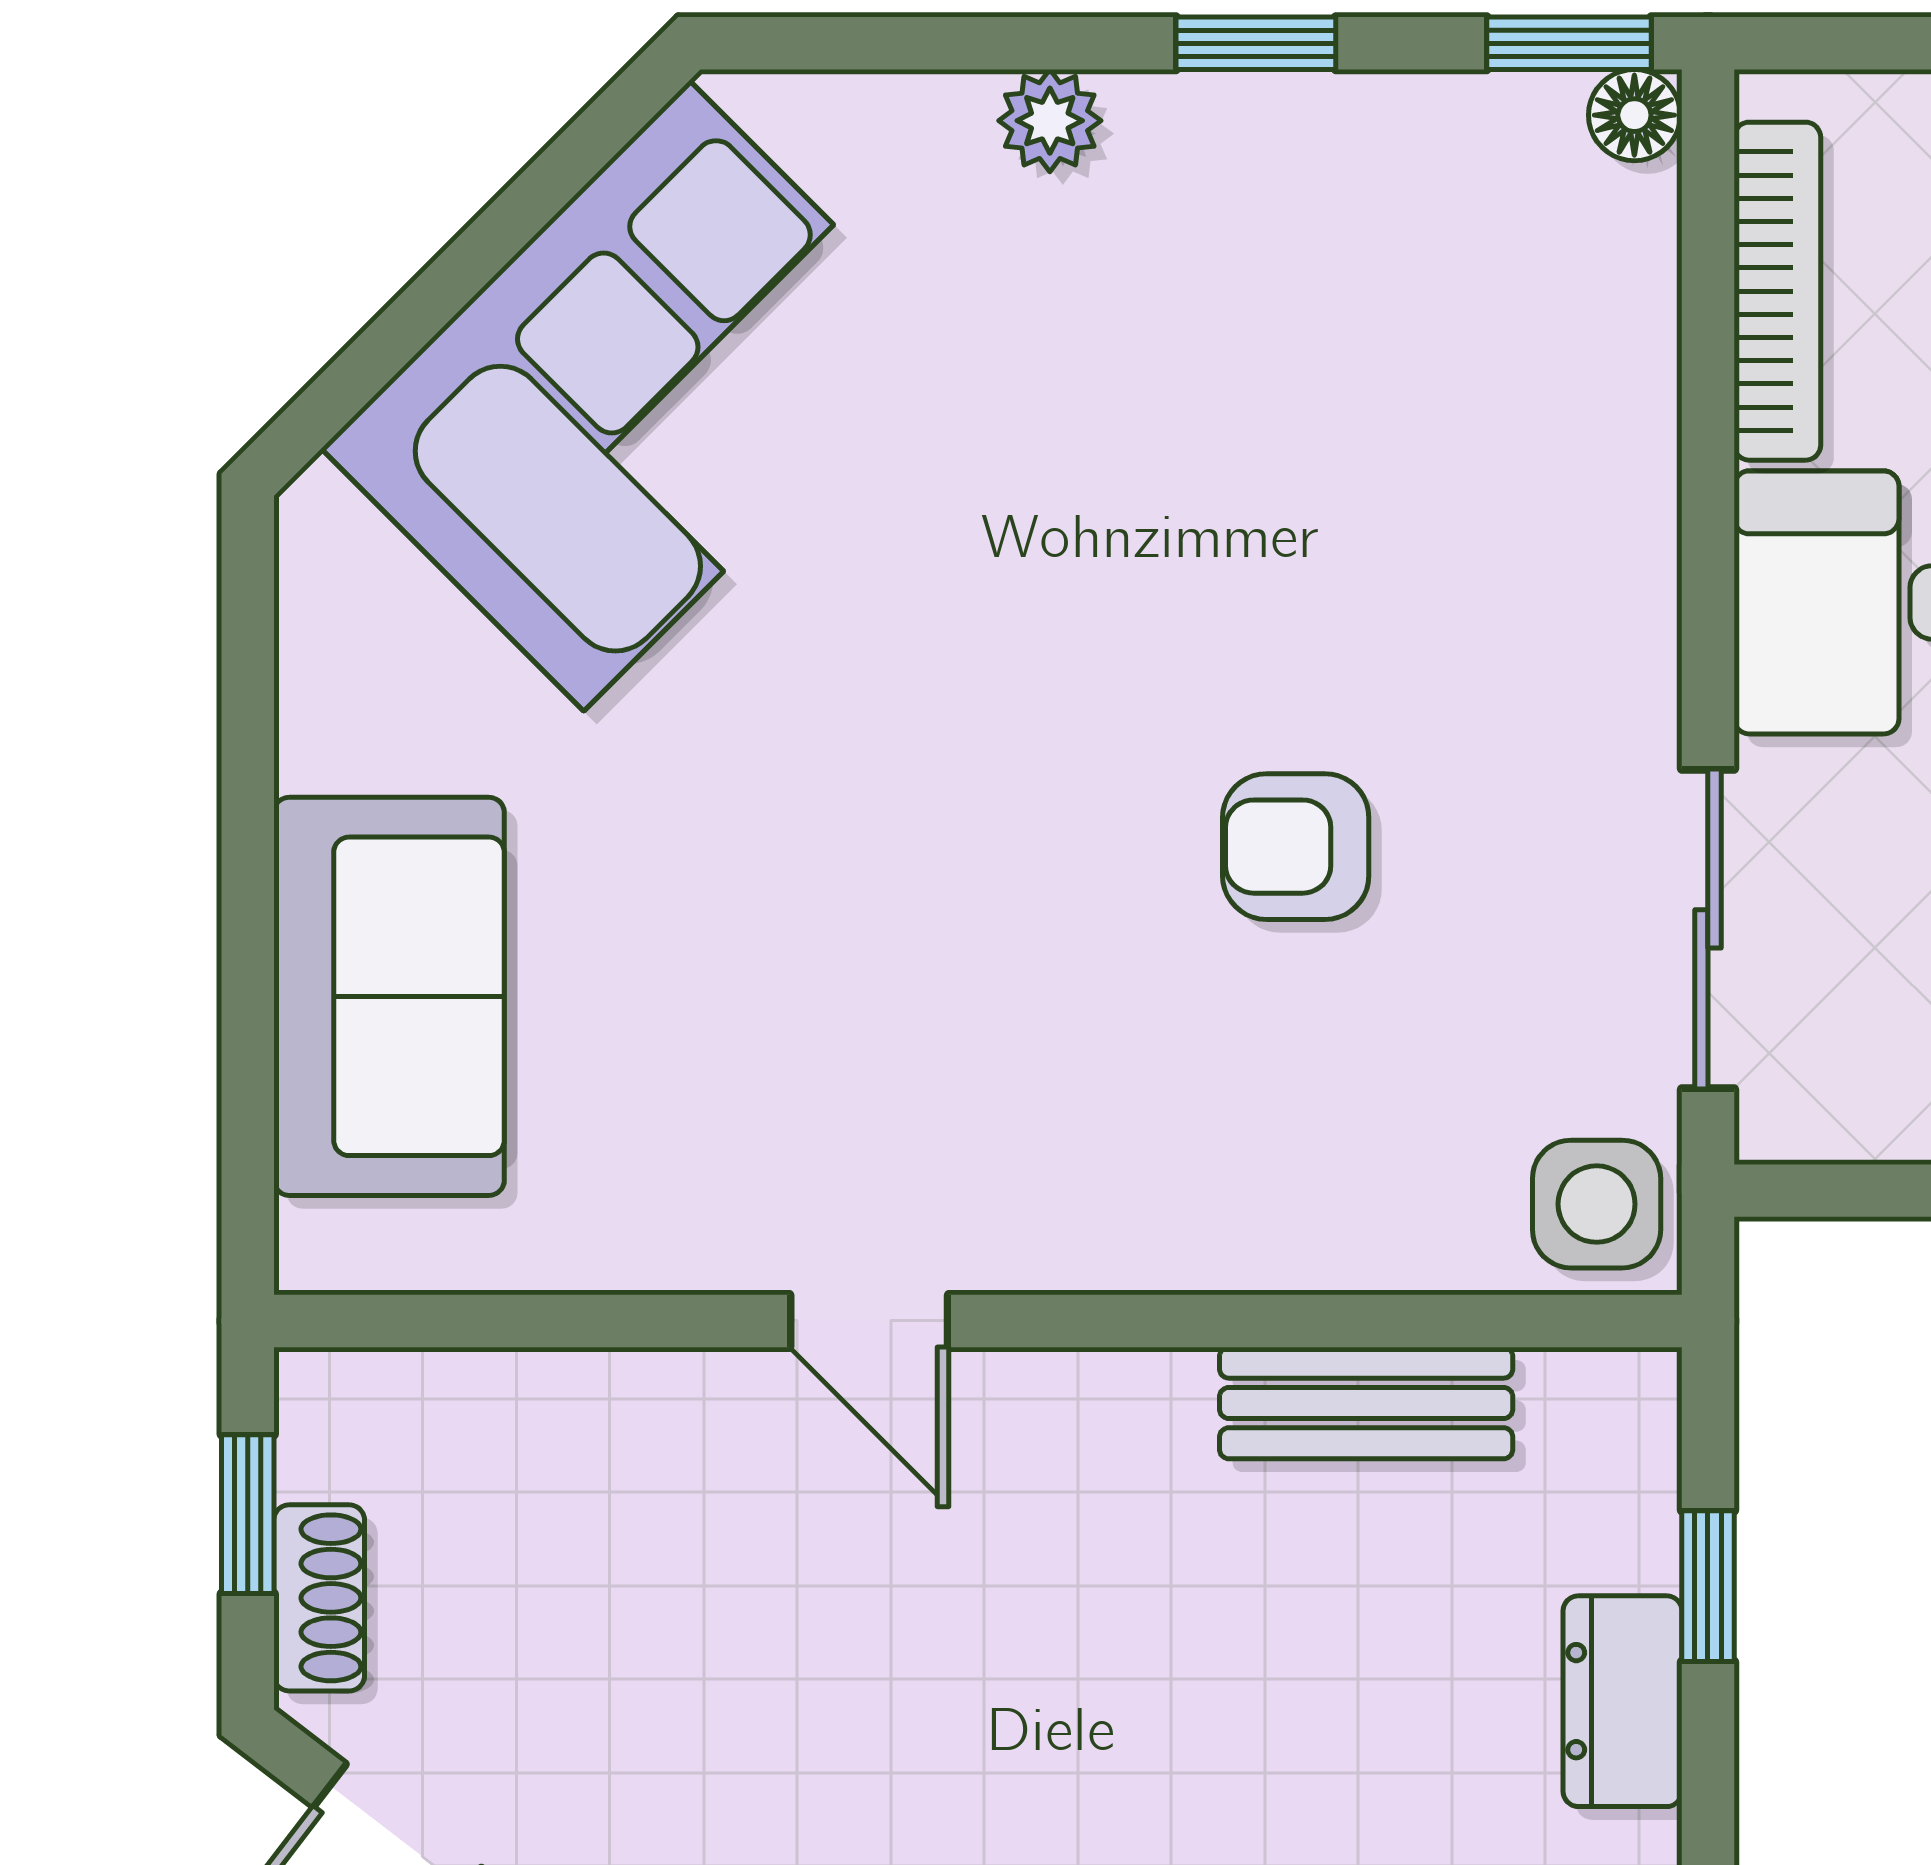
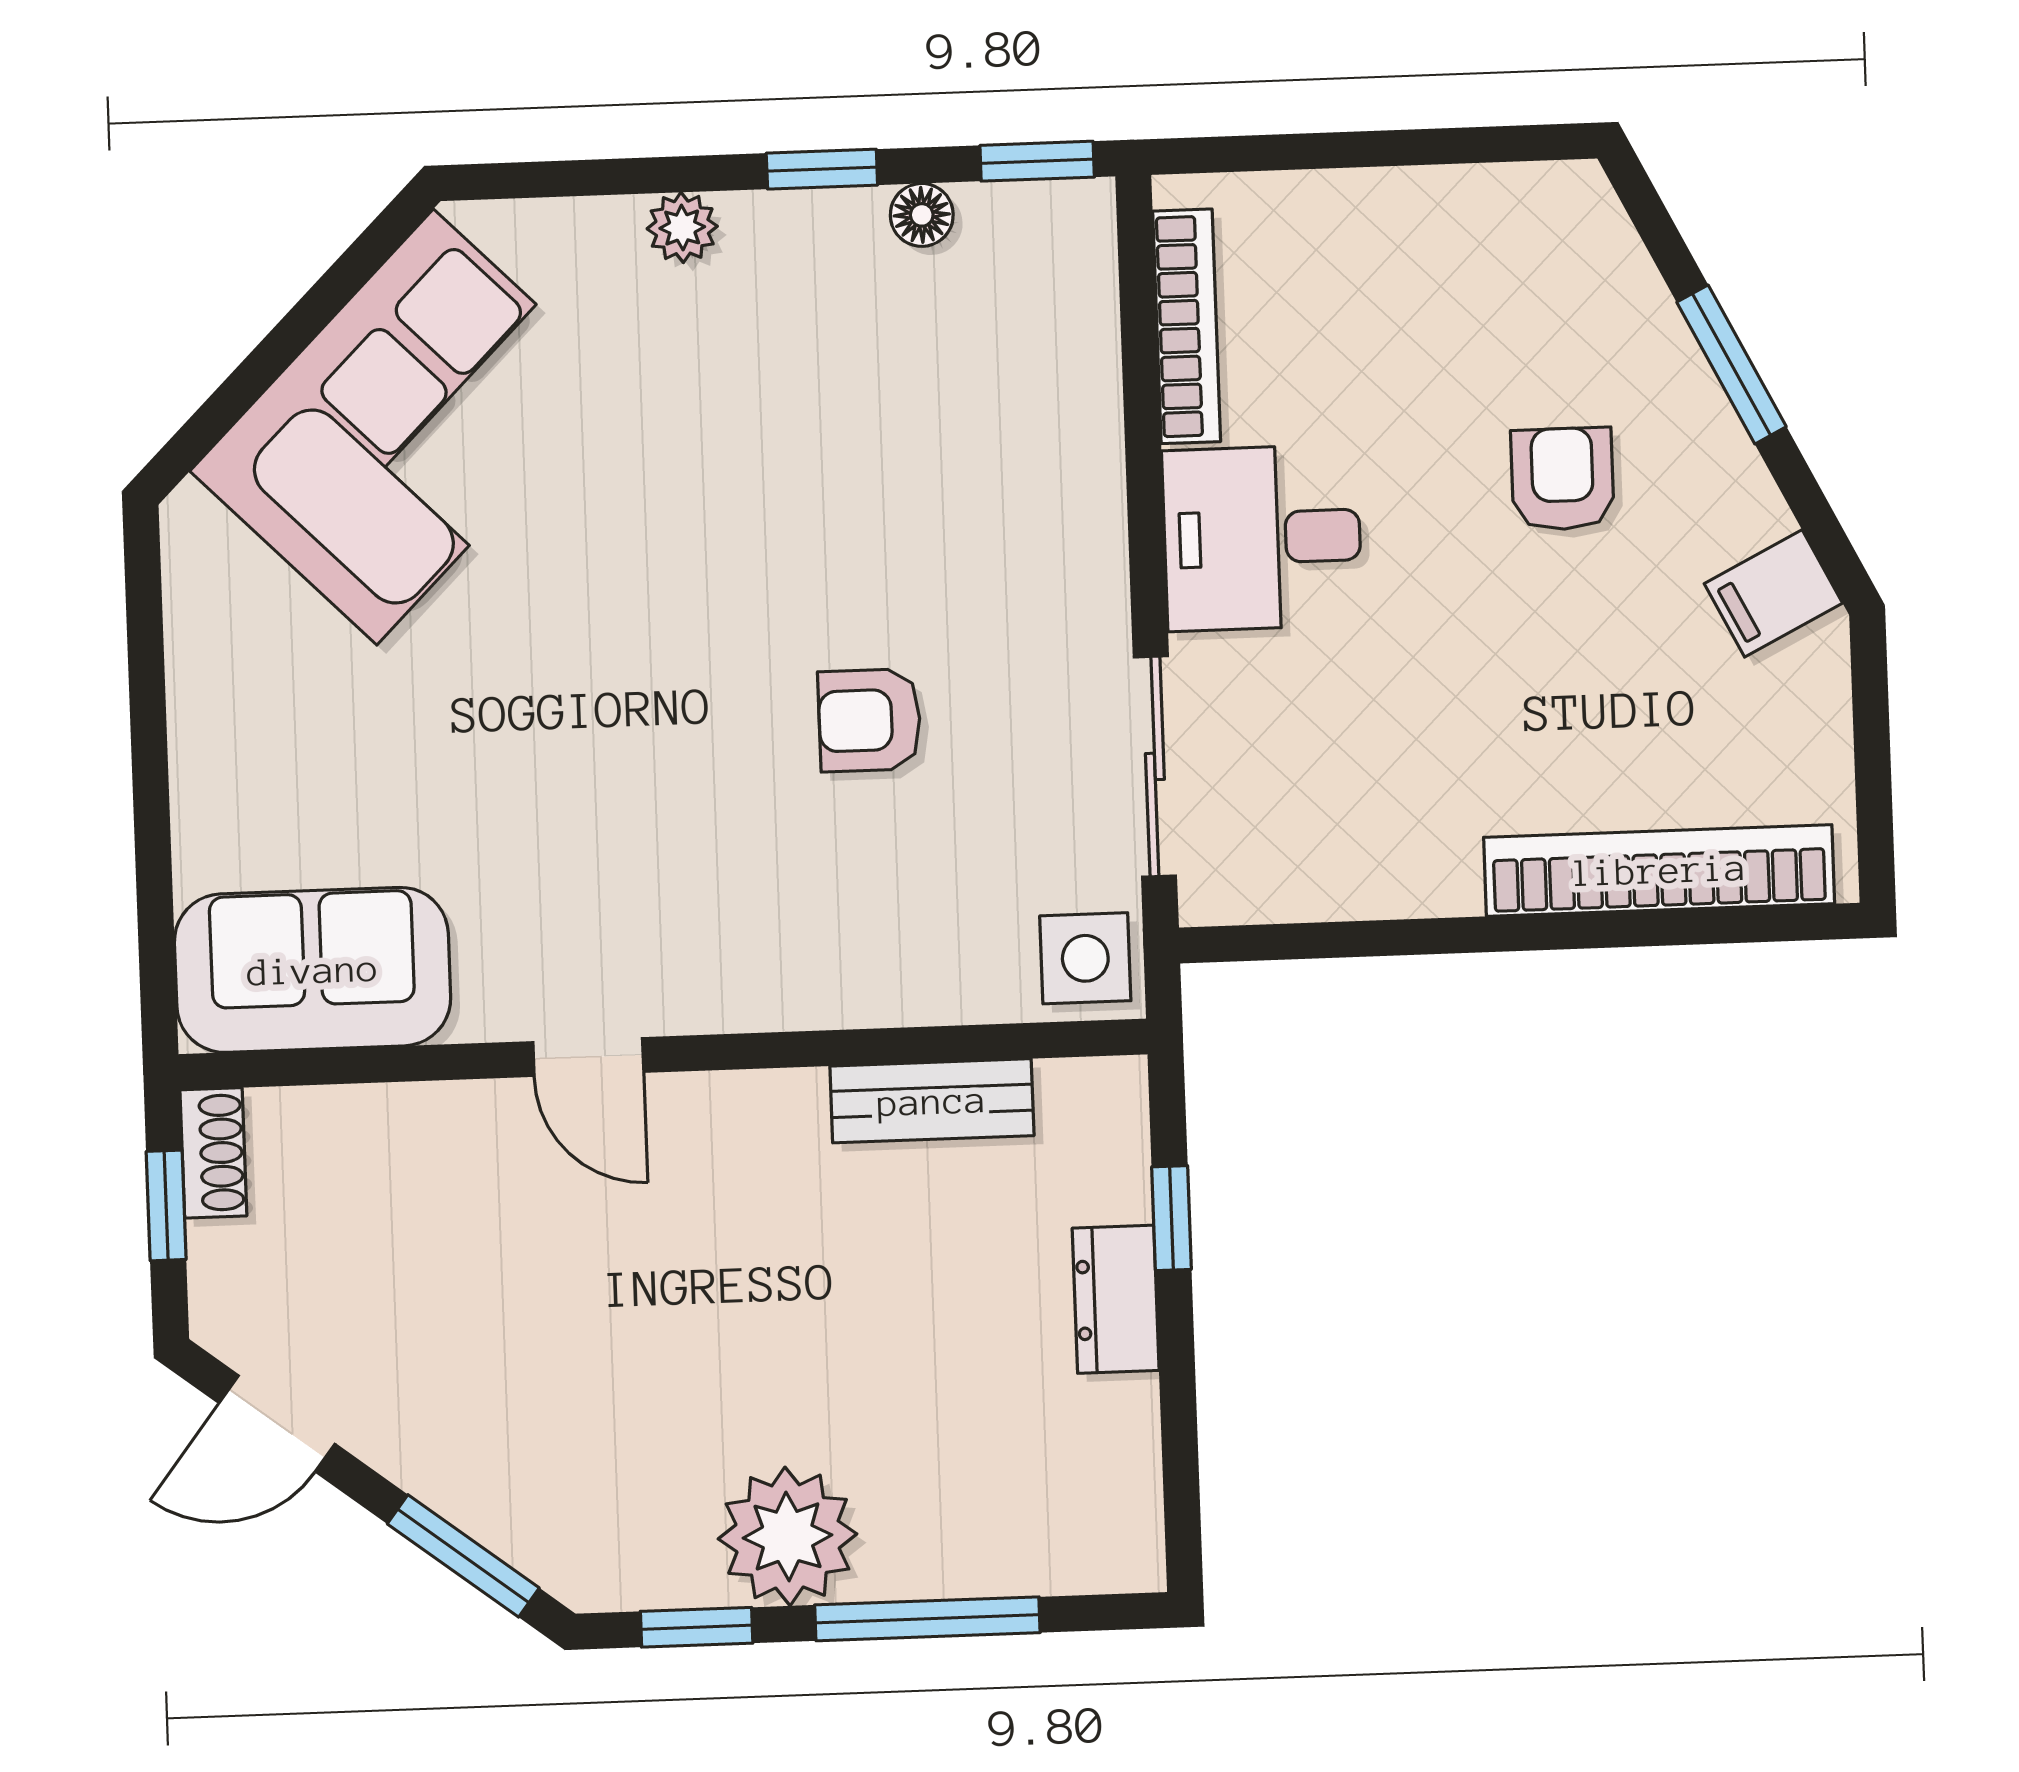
floor lamp: (1634, 115) -> (922, 215), moved
sofa: (389, 996) -> (313, 970), moved, turned -90
shoe rack: (319, 1598) -> (213, 1153), moved

